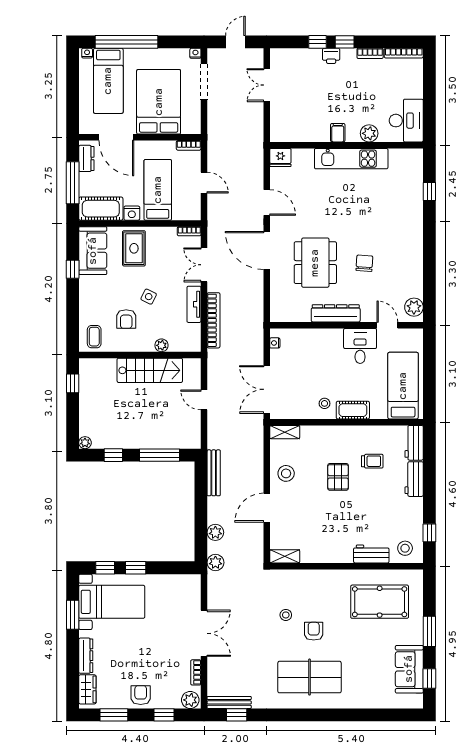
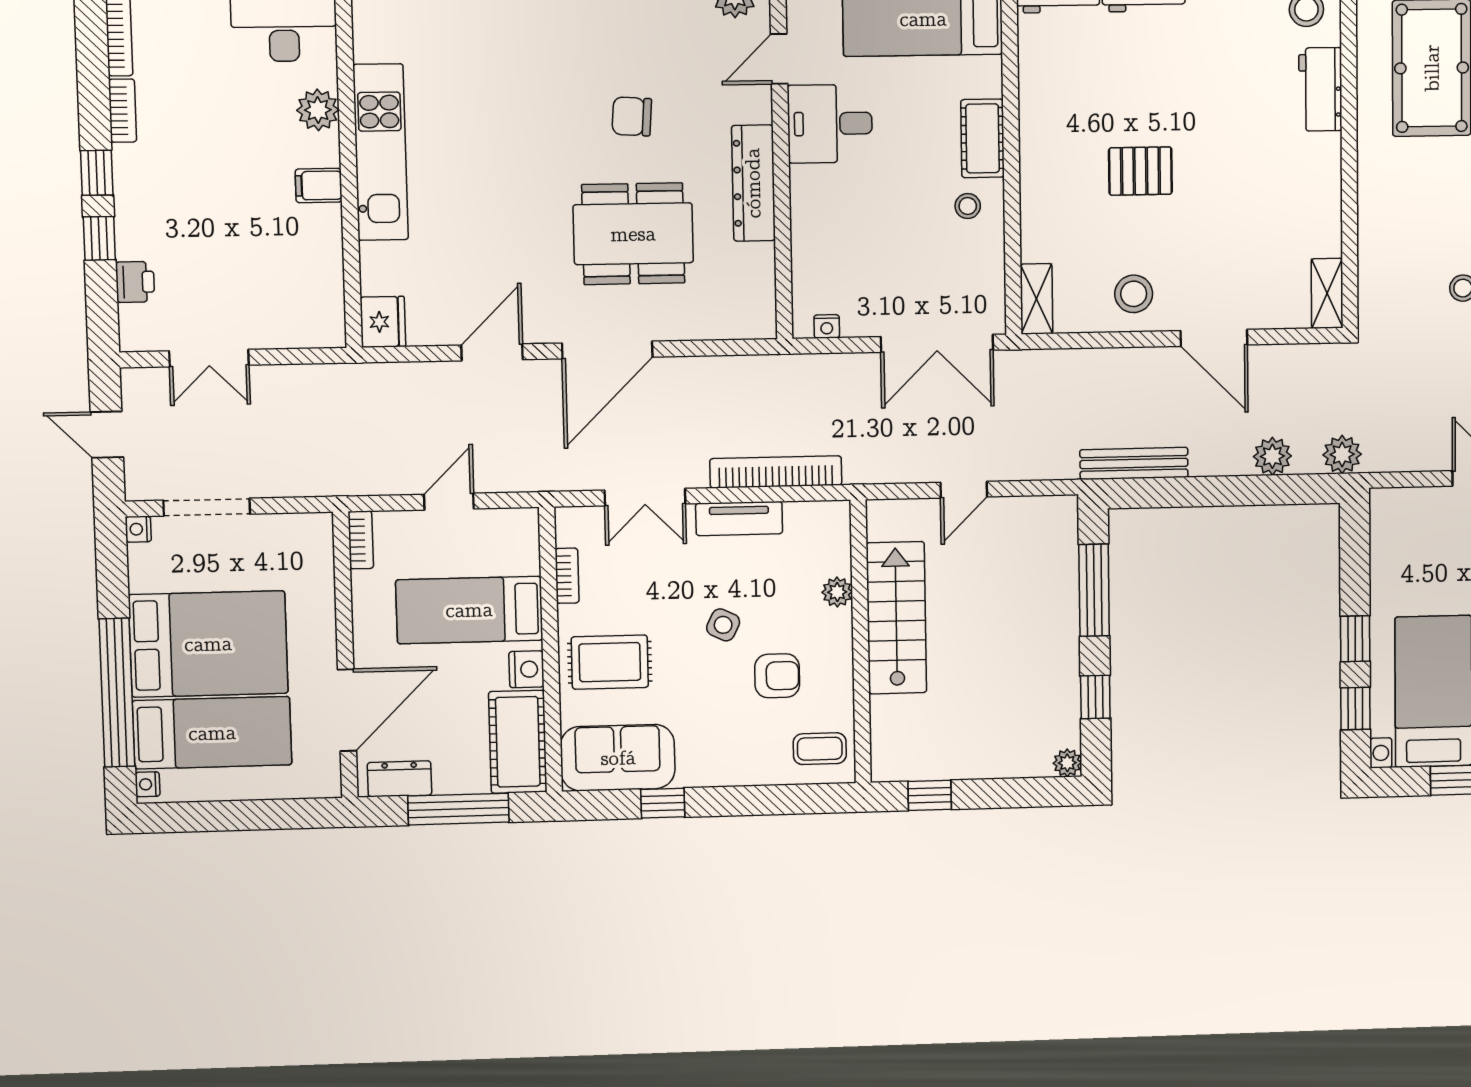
printer: (331, 56) -> (135, 282), moved
bed: (159, 102) -> (208, 644), moved, turned 180
bookcase: (189, 231) -> (567, 576), moved
trolley: (372, 461) -> (1103, 90), removed

